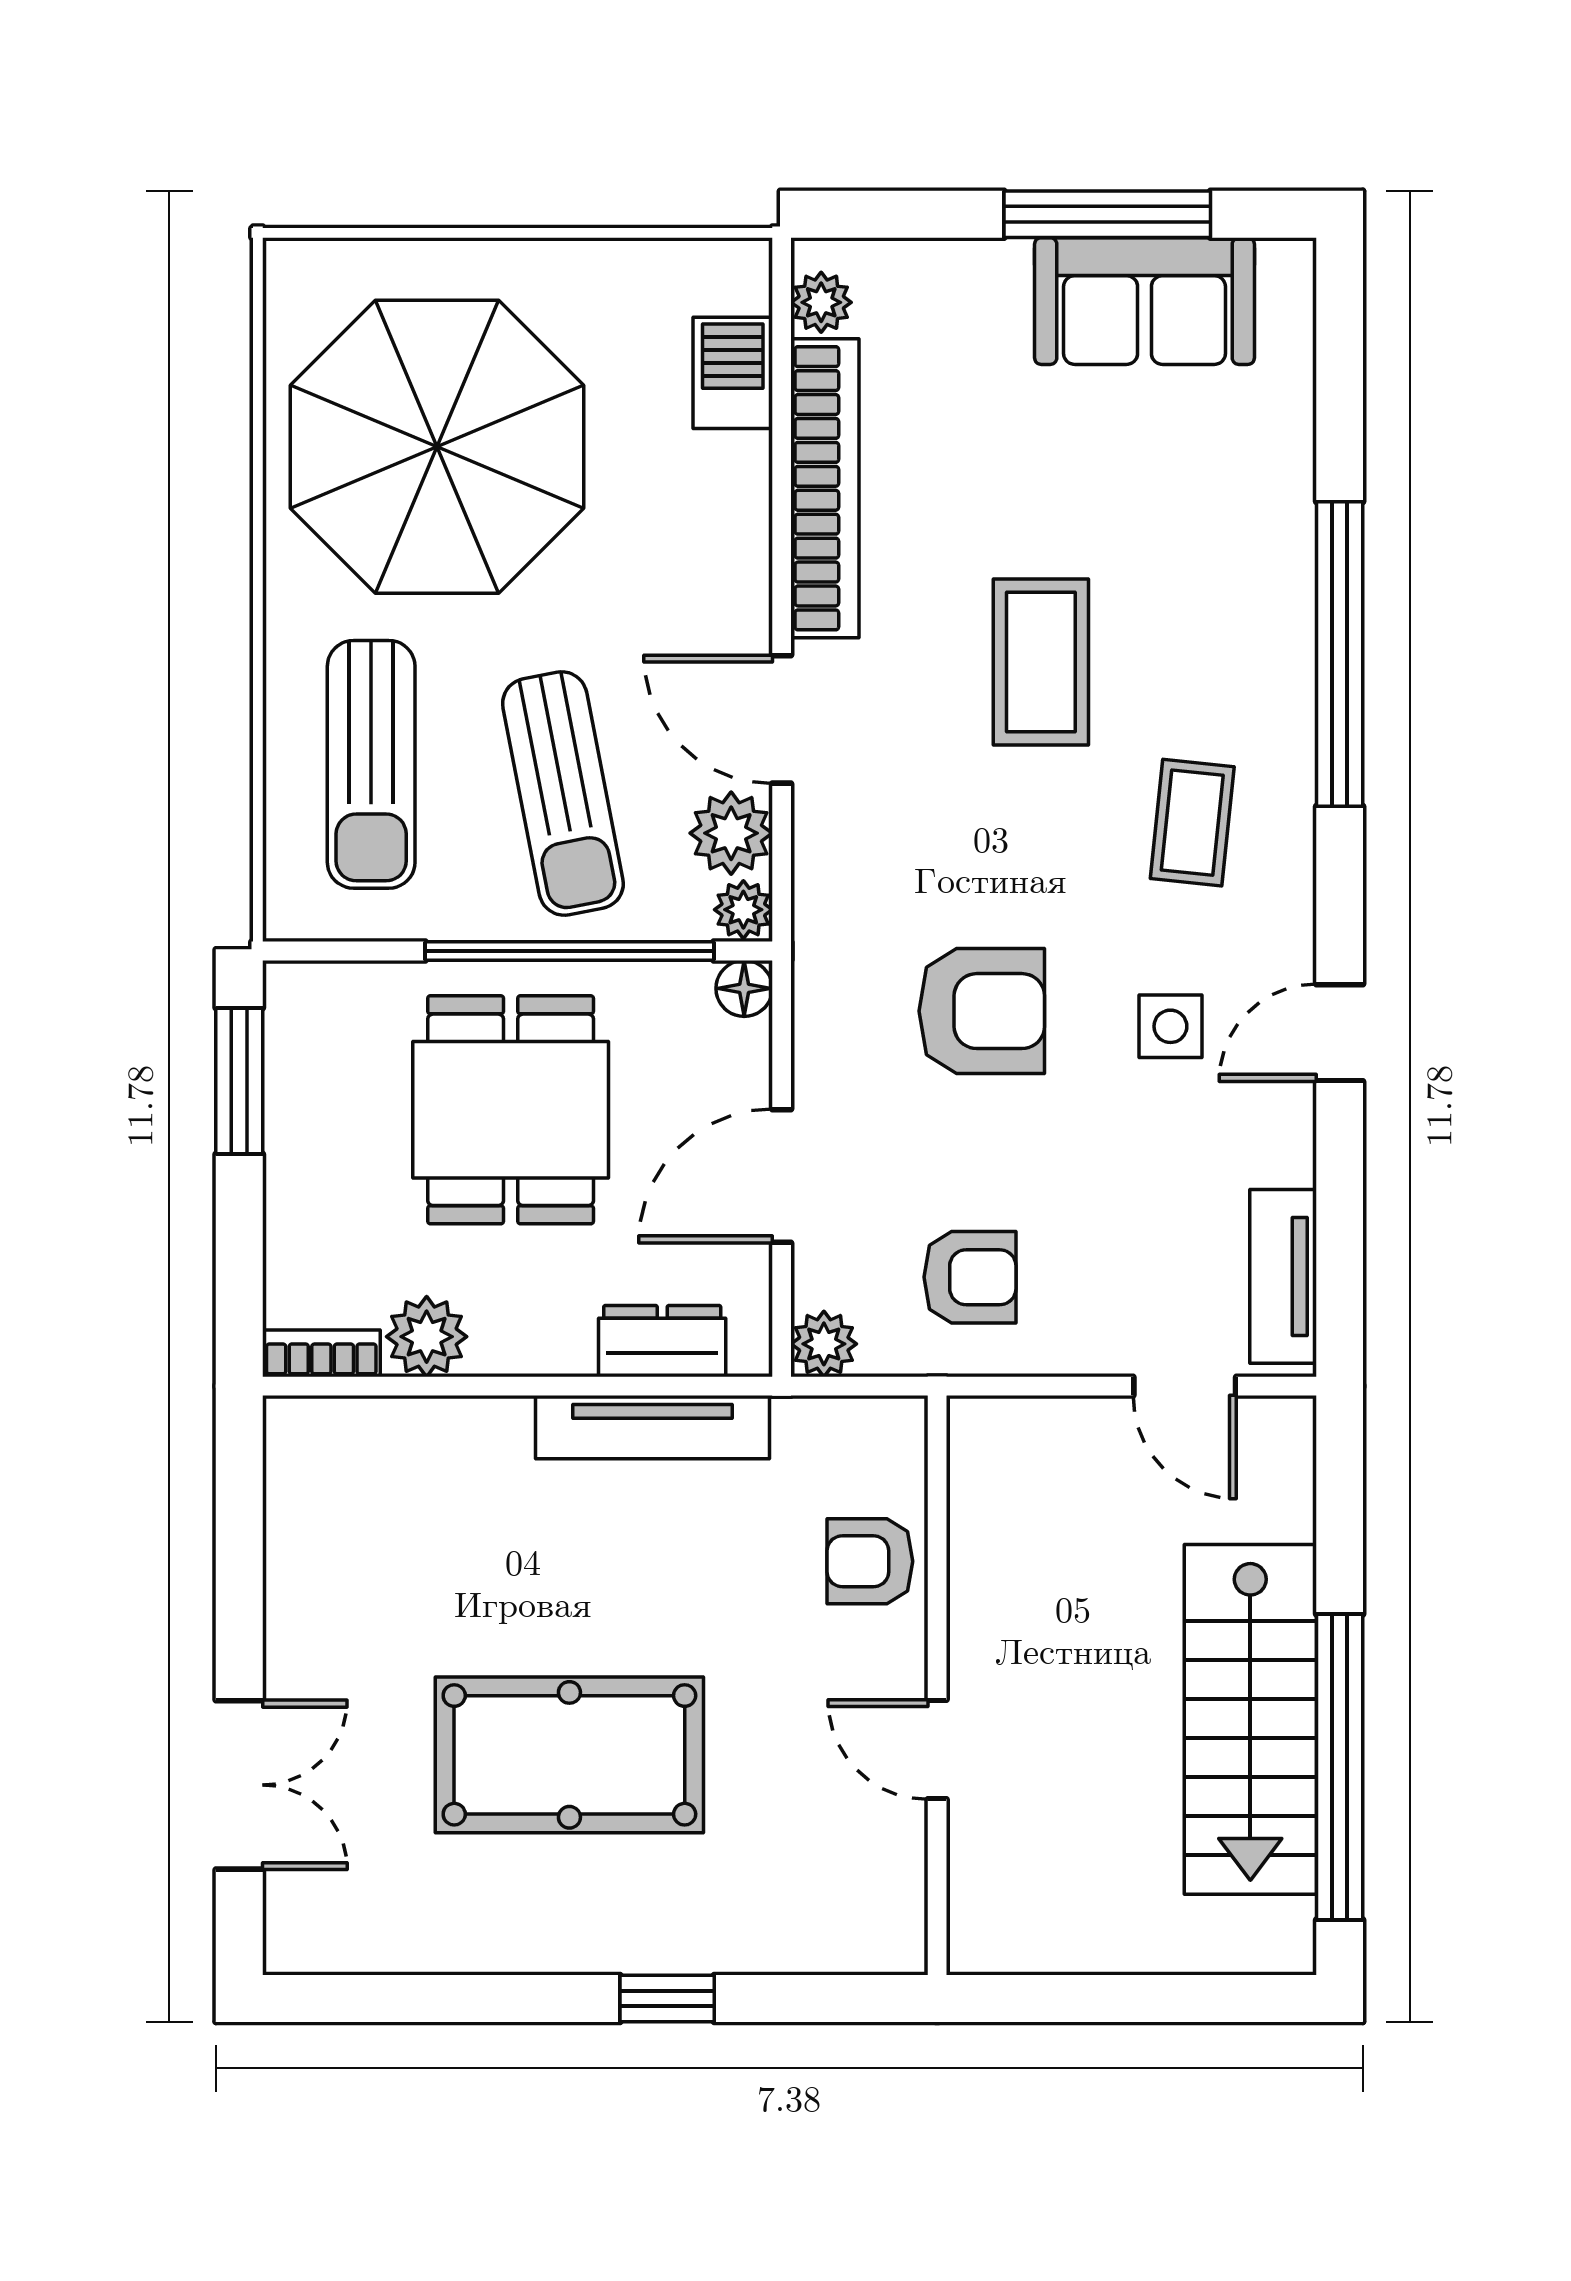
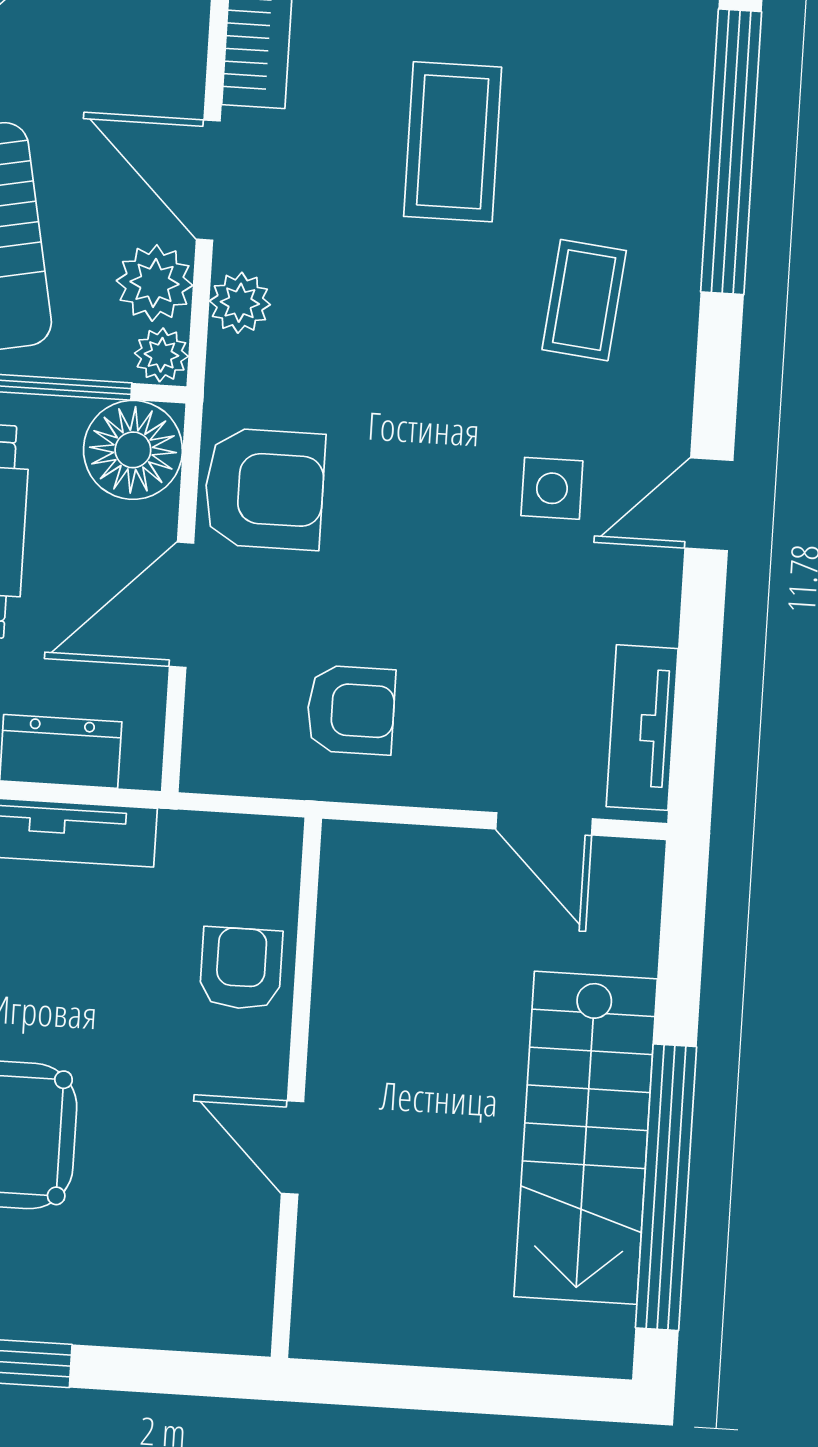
floor lamp: (744, 988) -> (133, 450), width x1.89, depth x1.89
armchair: (982, 1011) -> (264, 489), moved
plant: (824, 1344) -> (240, 303), moved
armchair: (870, 1561) -> (241, 968), turned 90

